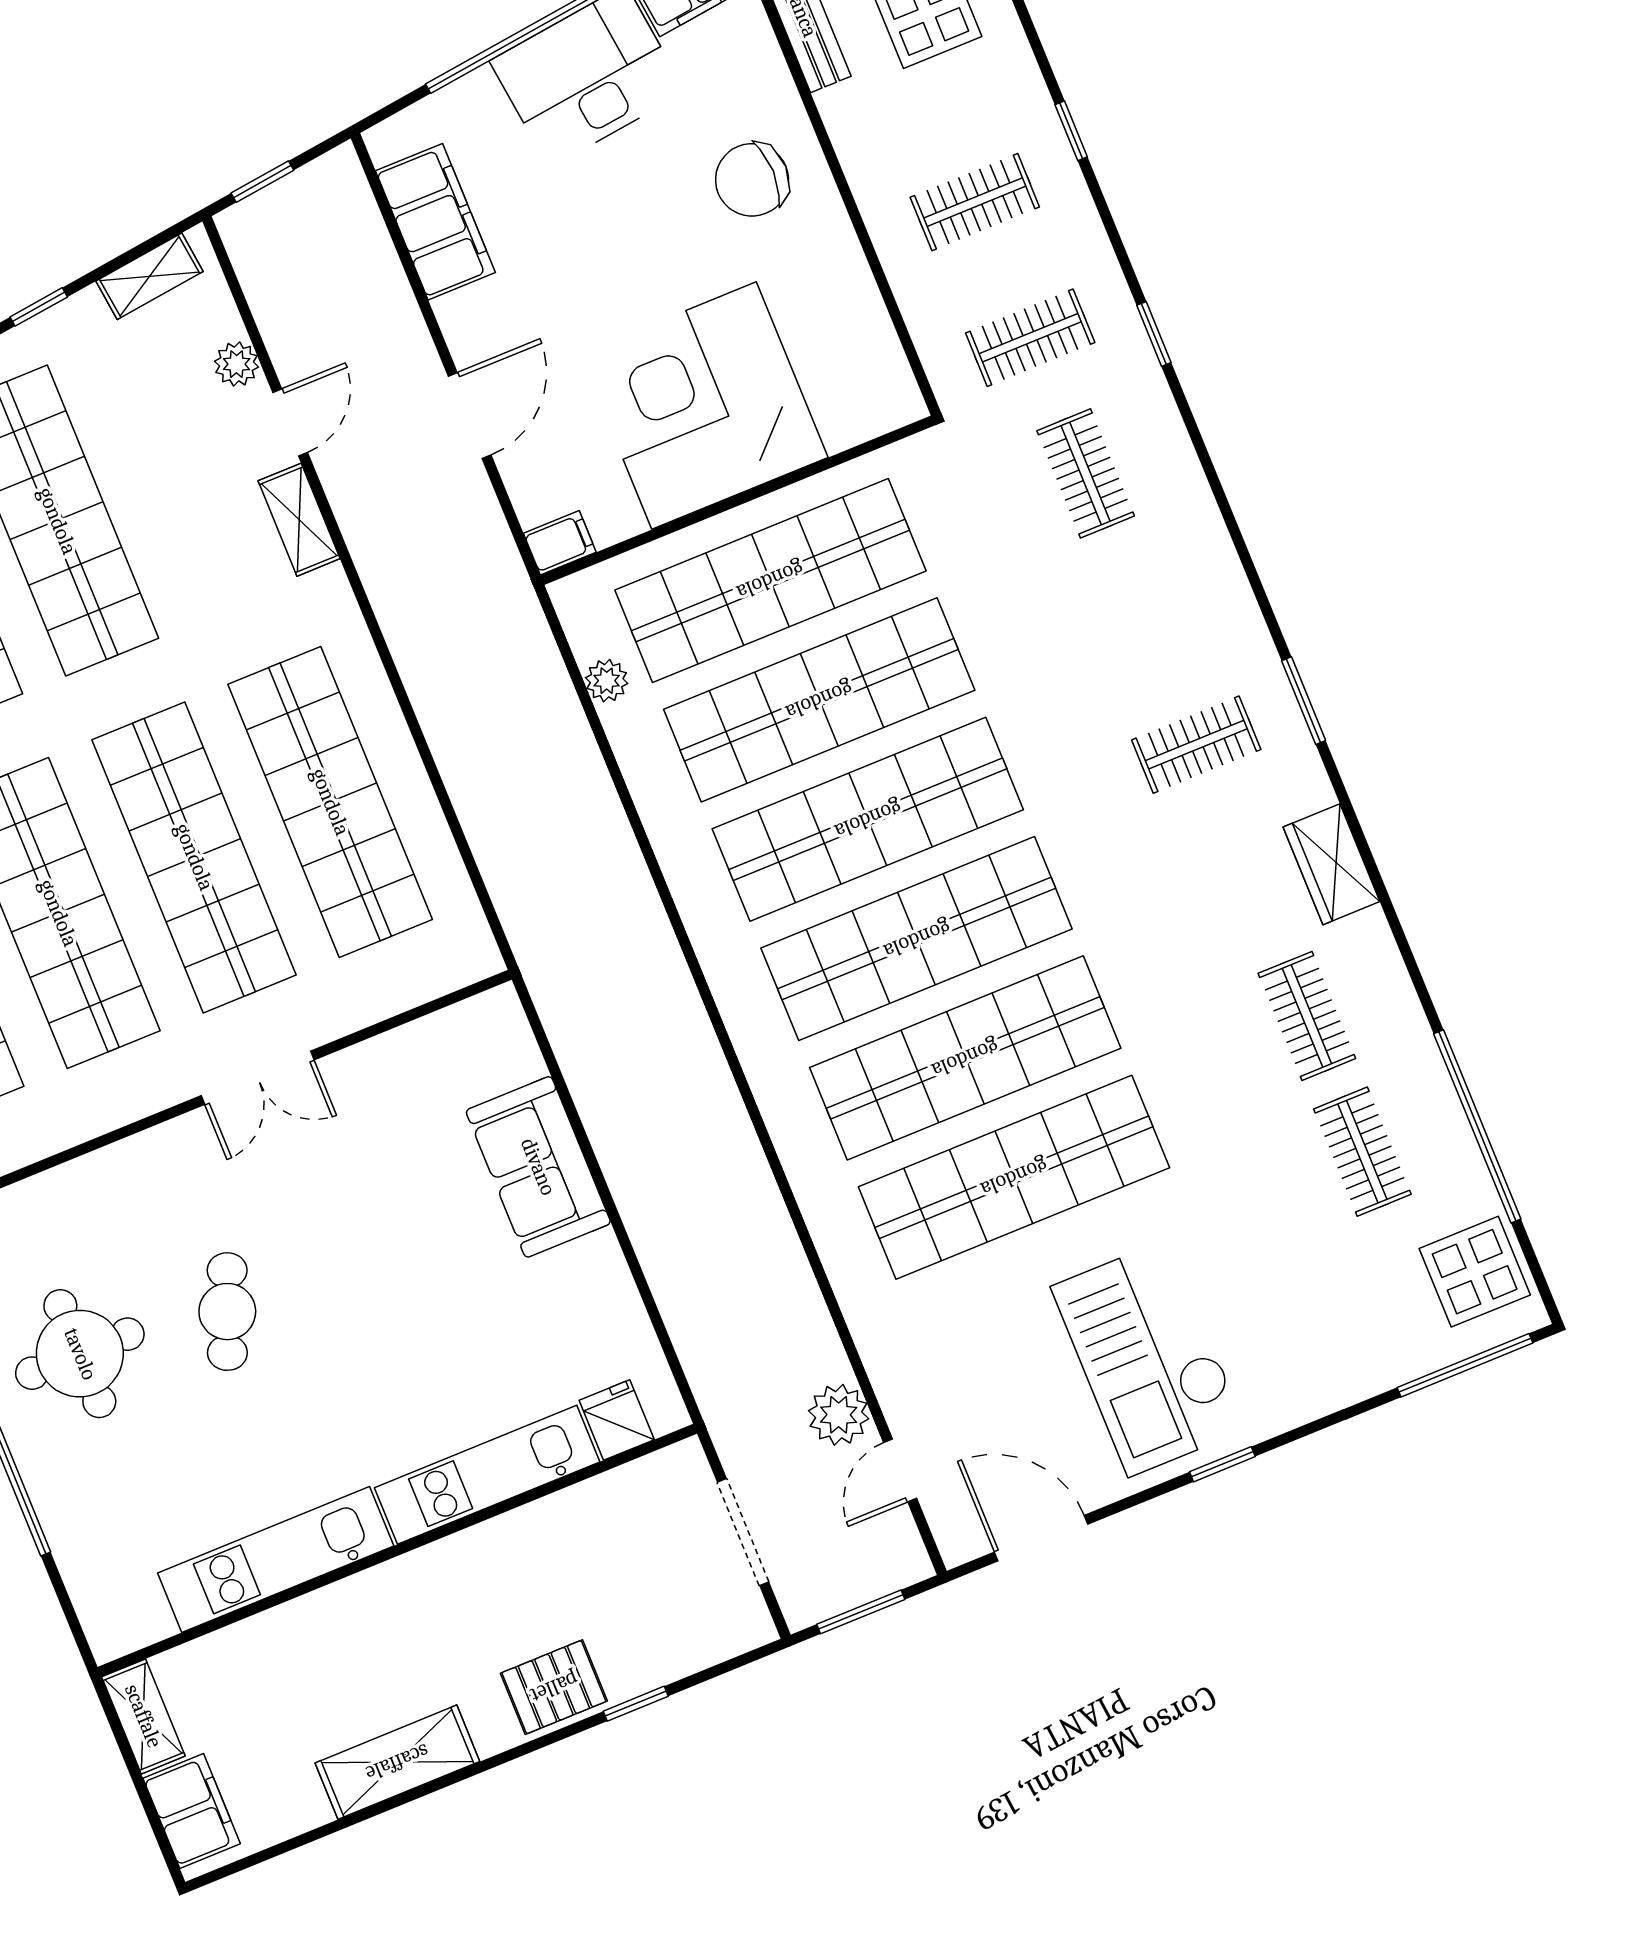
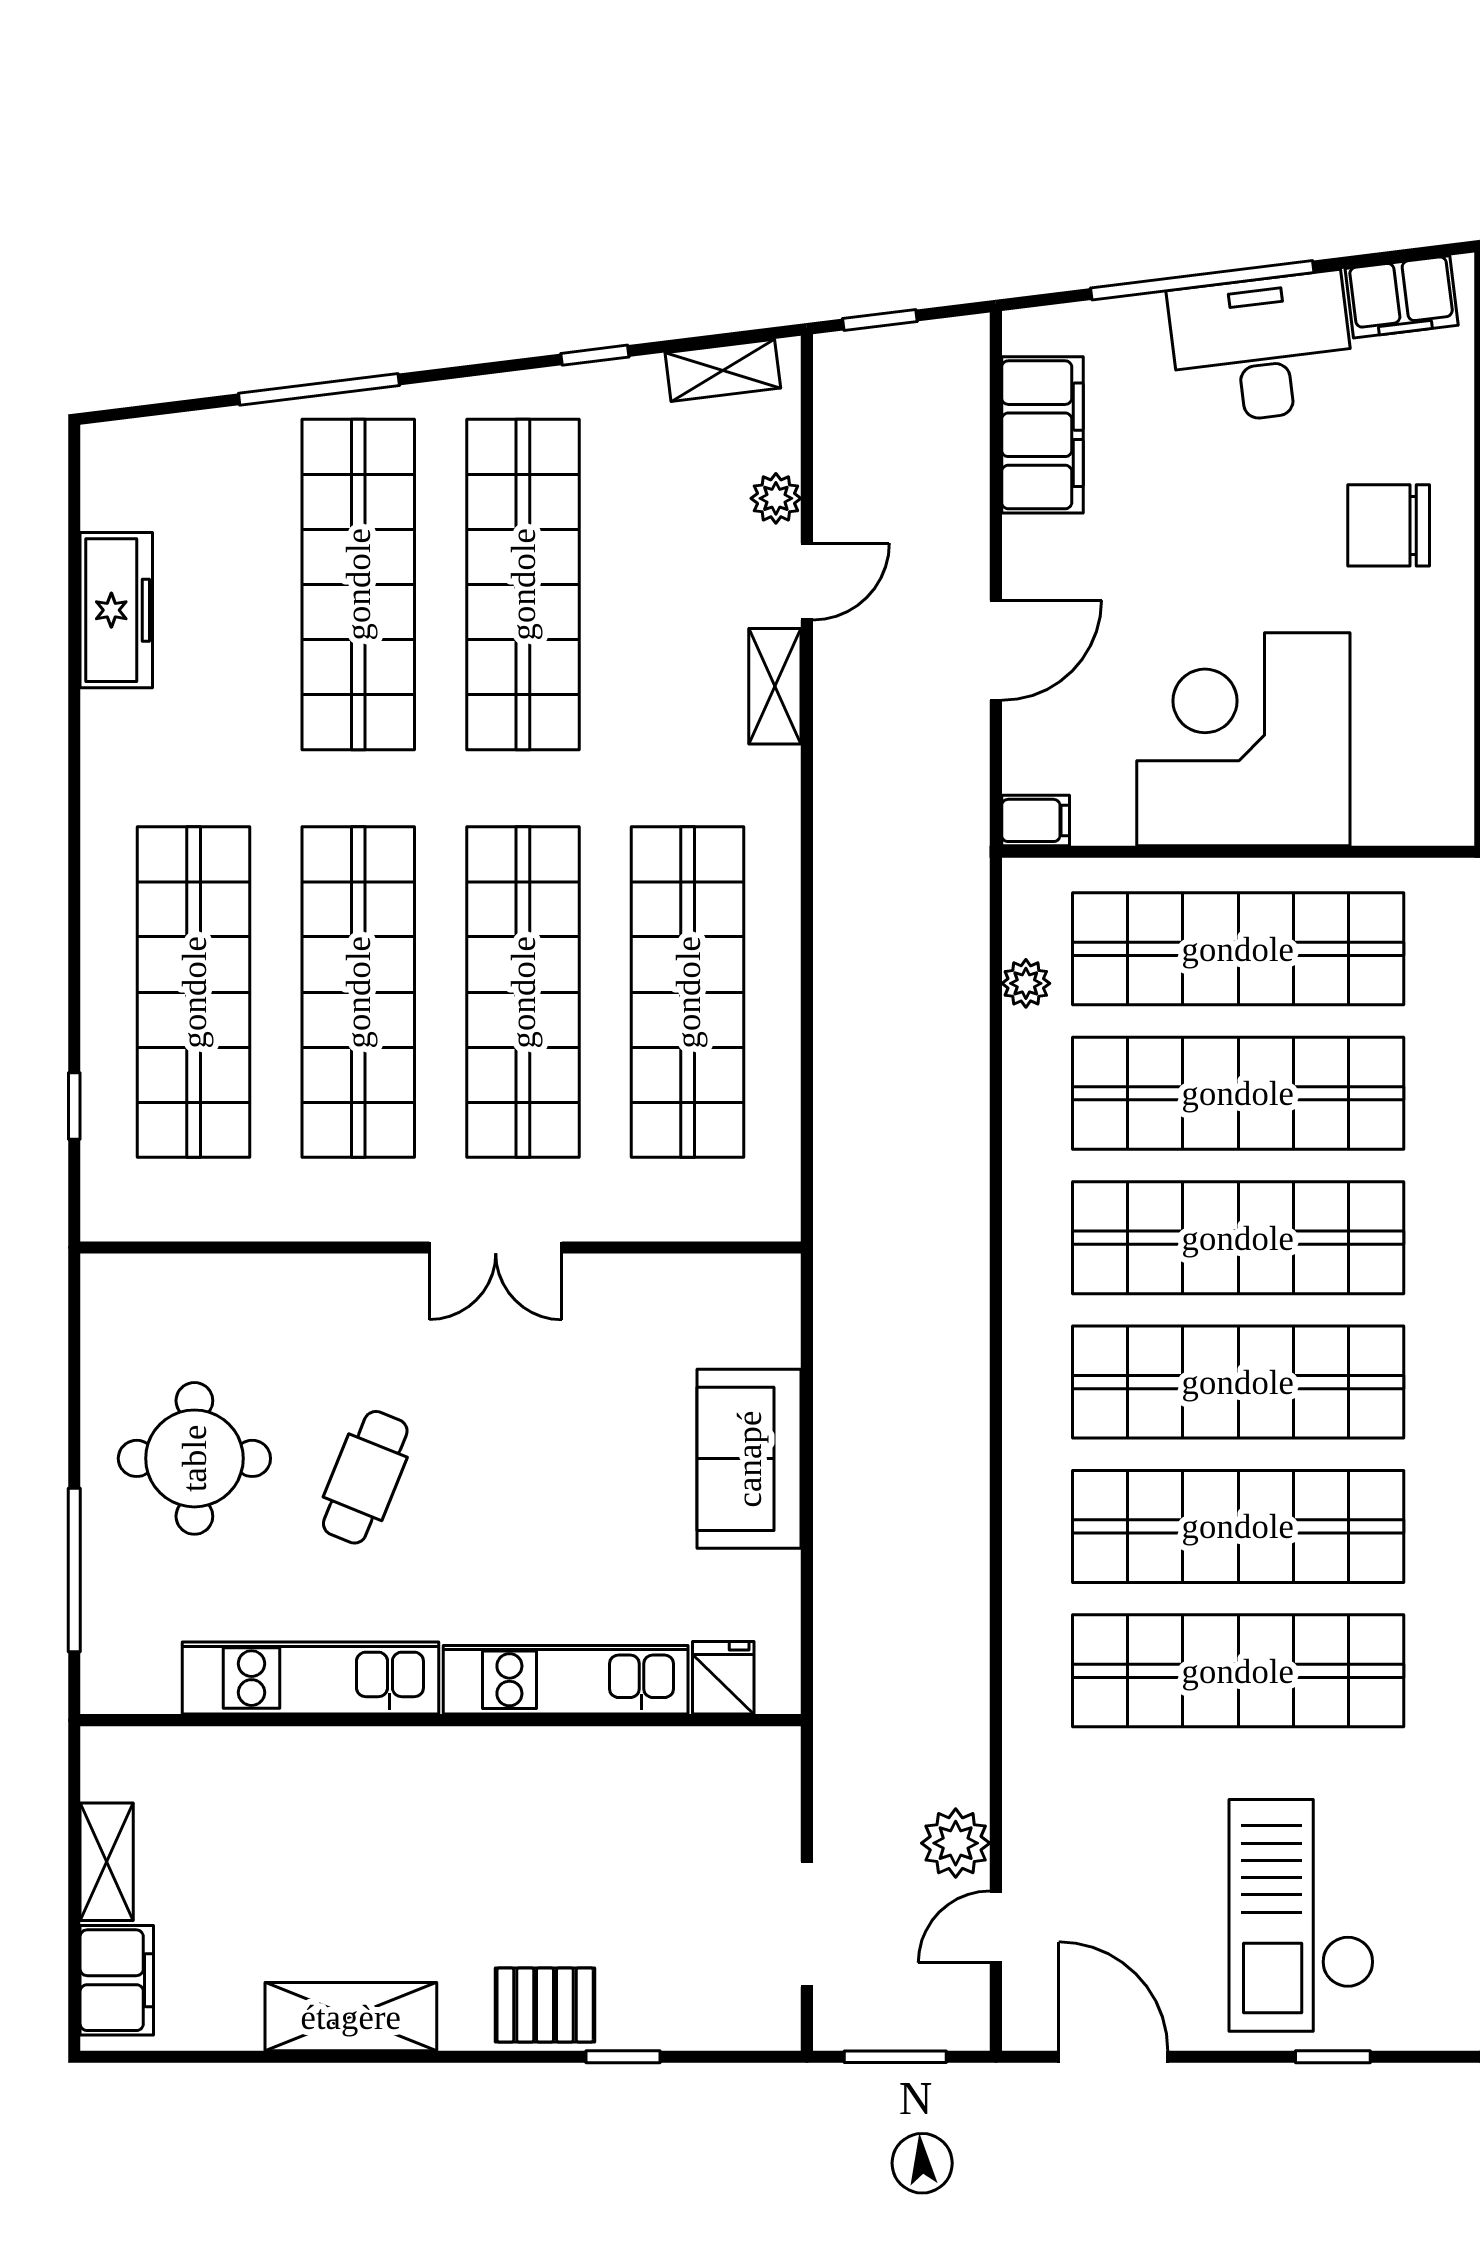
fridge: (617, 1420) -> (723, 1678), moved
kitchen unit: (487, 1475) -> (566, 1680), moved
wall: (397, 1550) -> (441, 1720), moved
kitchen unit: (276, 1559) -> (310, 1678), moved

